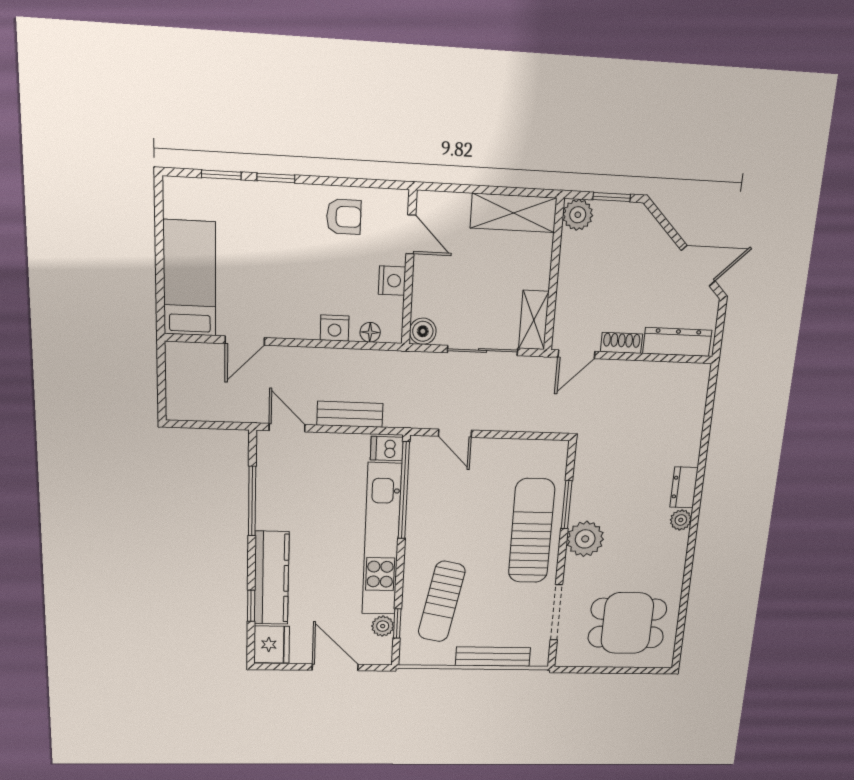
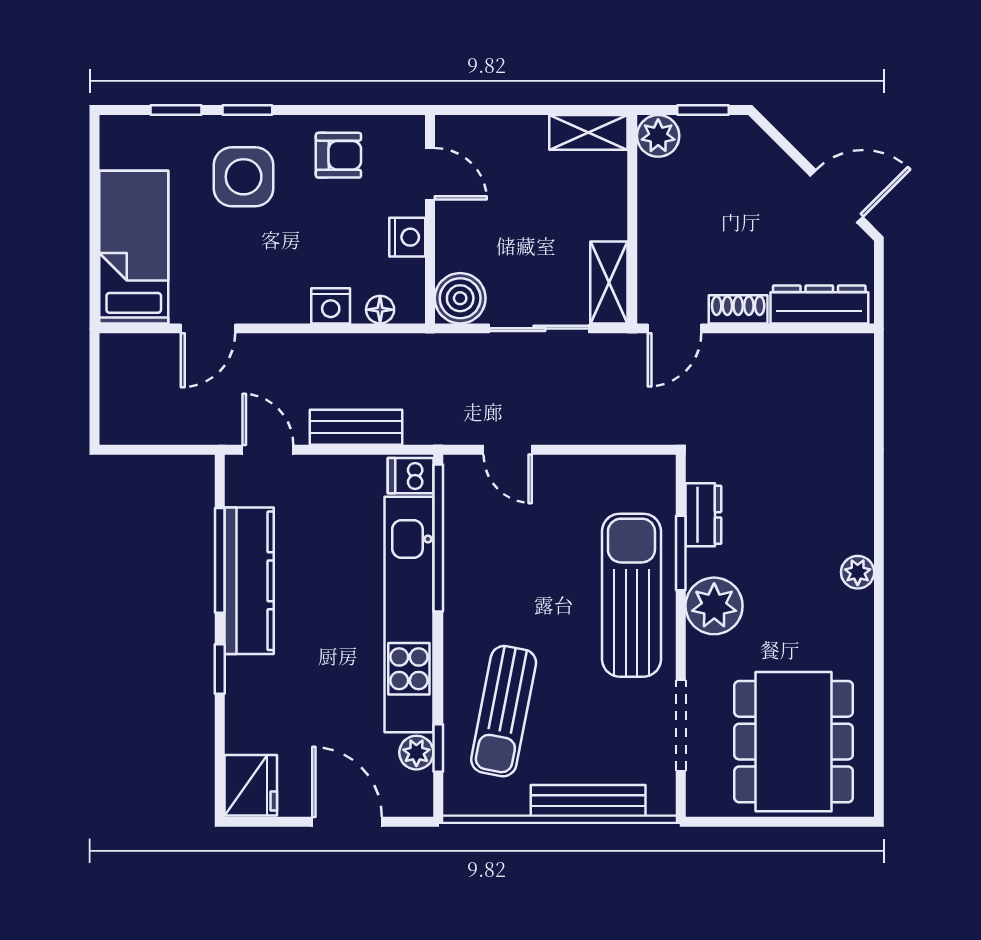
shelving: (514, 213) -> (588, 132), width x0.67, depth x0.75
side table: (272, 229) -> (244, 177), added
boiler: (423, 331) -> (460, 298), width x1.36, depth x1.36
dresser: (684, 487) -> (703, 515), moved, turned 180
kitchen counter: (271, 578) -> (249, 581), moved
window: (251, 606) -> (220, 669), moved
dining table: (627, 623) -> (794, 742), width x1.38

